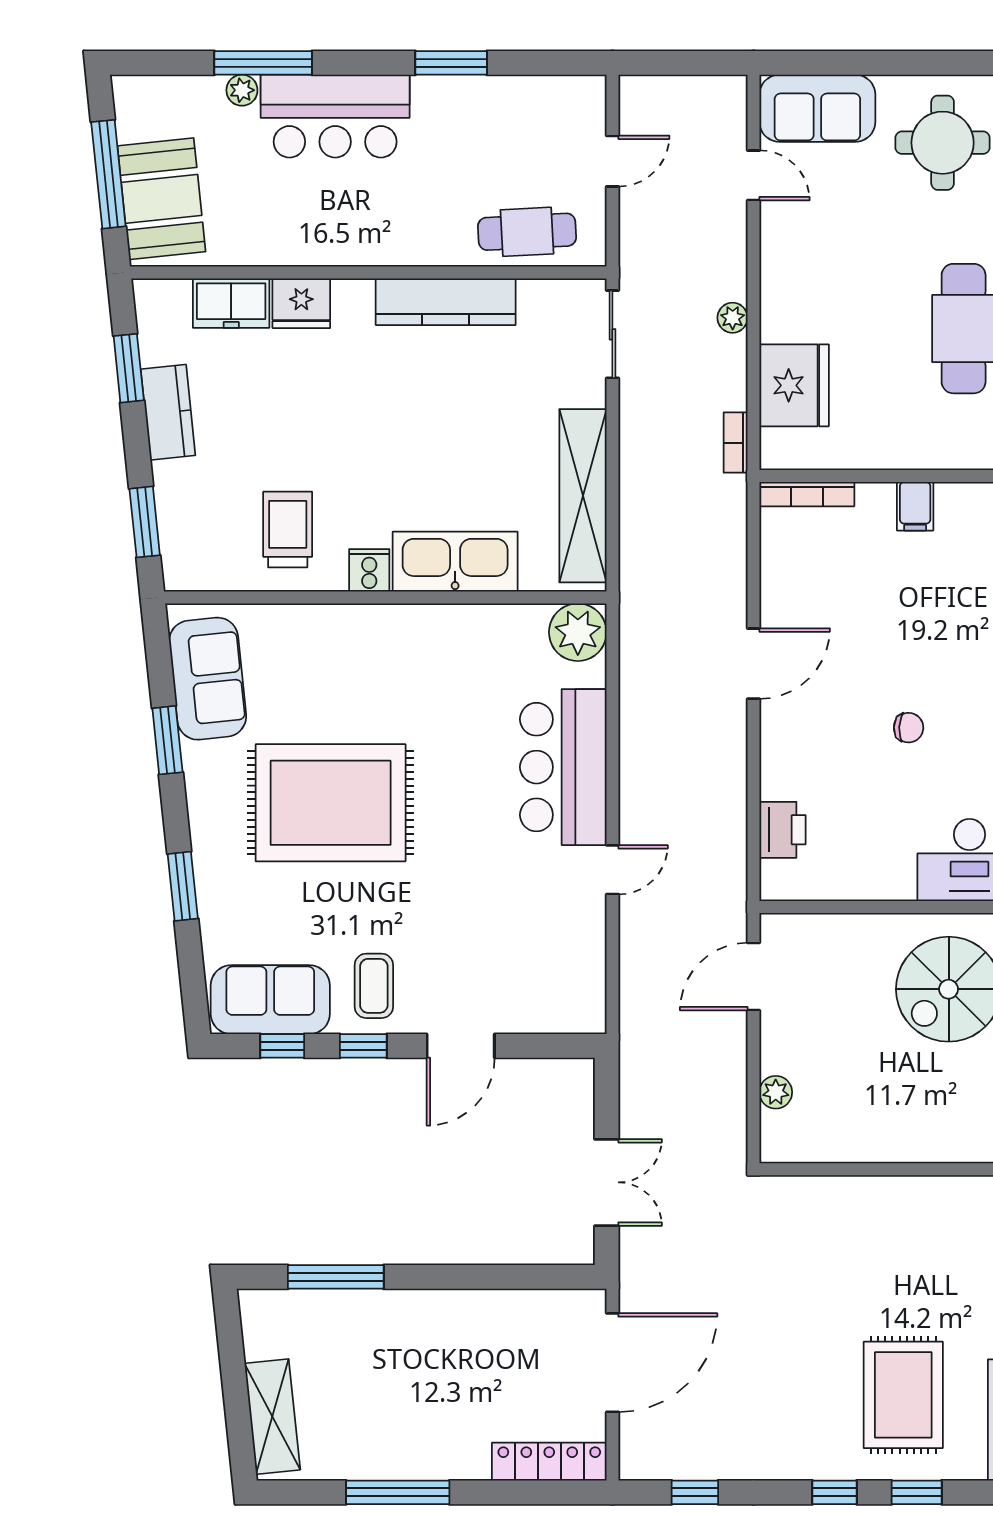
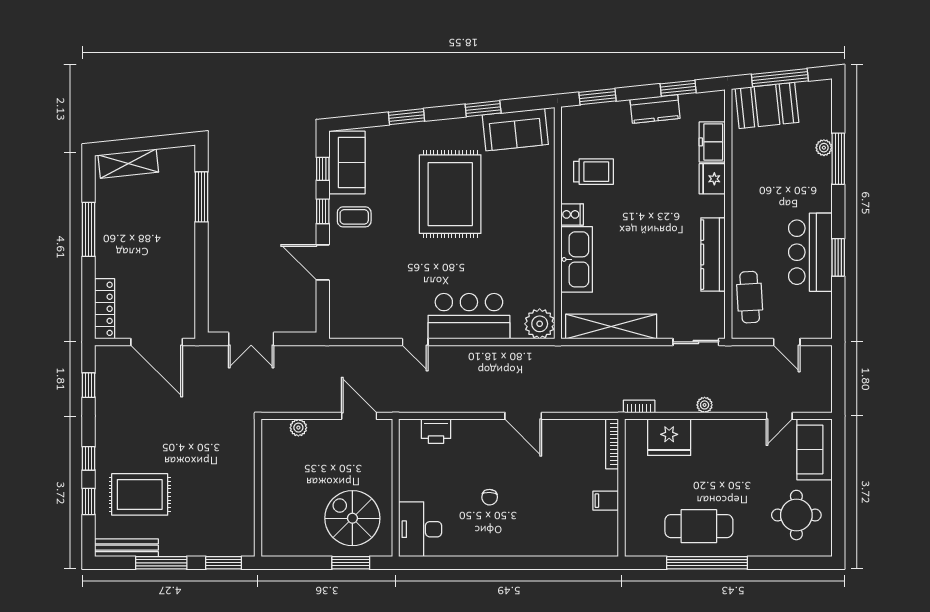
bar counter: (335, 116) -> (810, 252), moved

